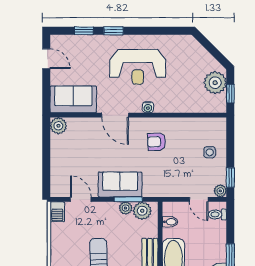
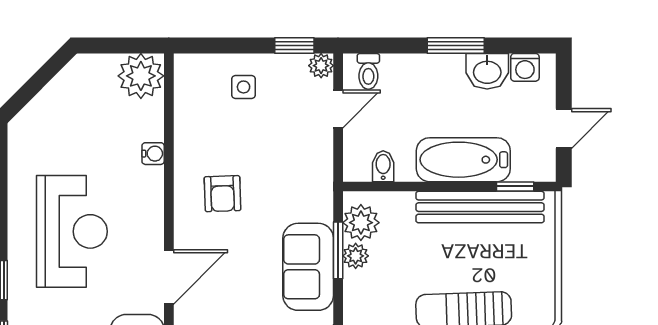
plant: (215, 83) -> (141, 76), moved
window: (230, 94) -> (126, 45), removed
water cooler: (148, 107) -> (153, 154), moved

